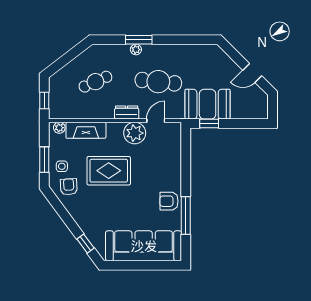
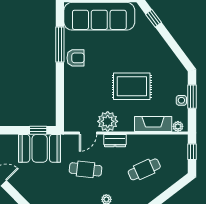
cafe table: (158, 82) -> (86, 169), width x0.73, depth x0.74
side table: (62, 166) -> (181, 100), moved
armchair: (69, 187) -> (169, 71), removed

